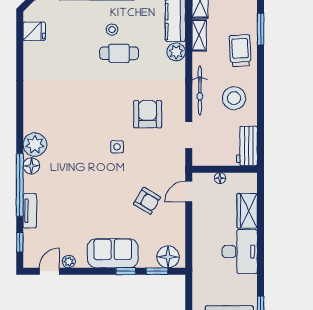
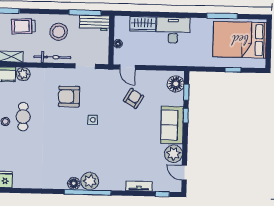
window: (261, 133) -> (85, 13), added
floor lamp: (31, 166) -> (74, 183), moved
window: (20, 185) -> (88, 192), moved
plant: (69, 262) -> (173, 154), width x1.88, depth x1.88

